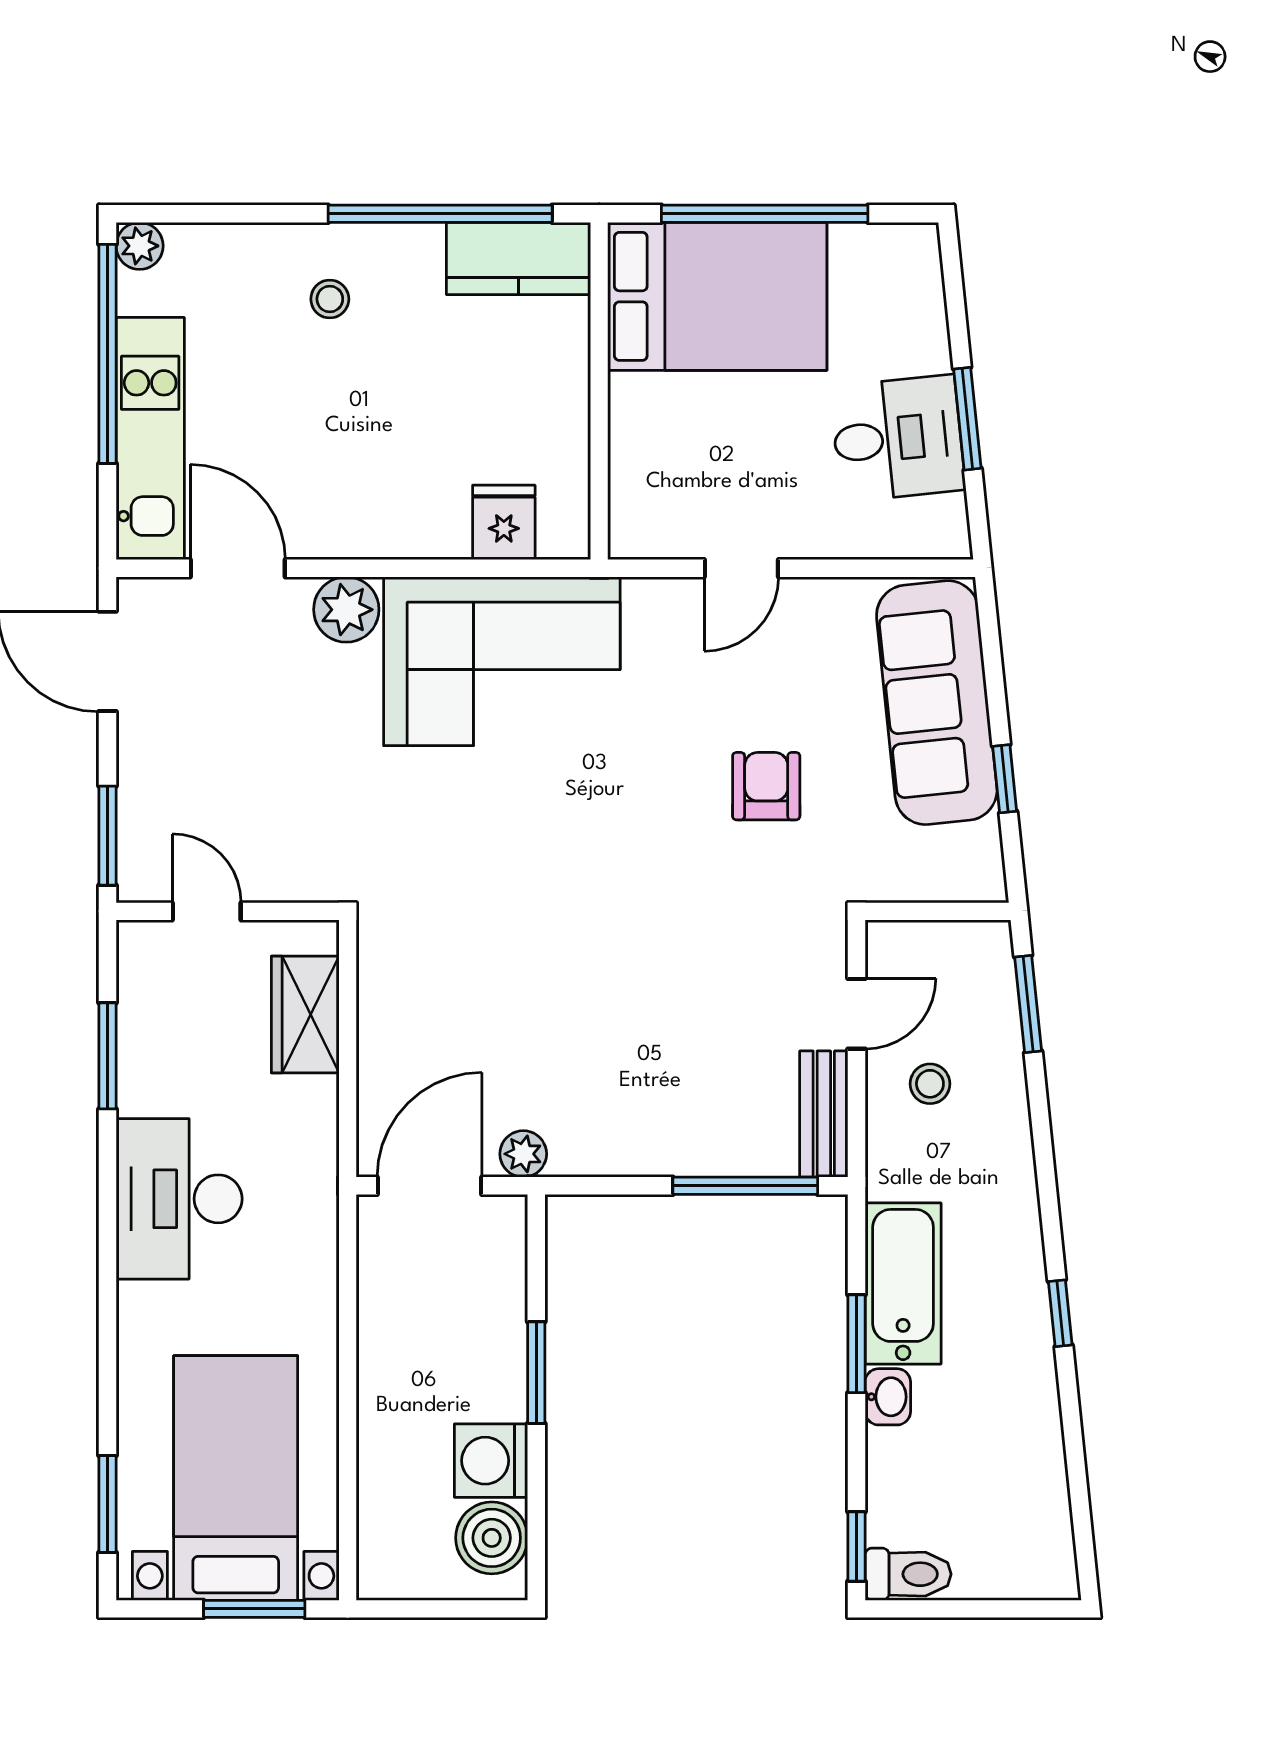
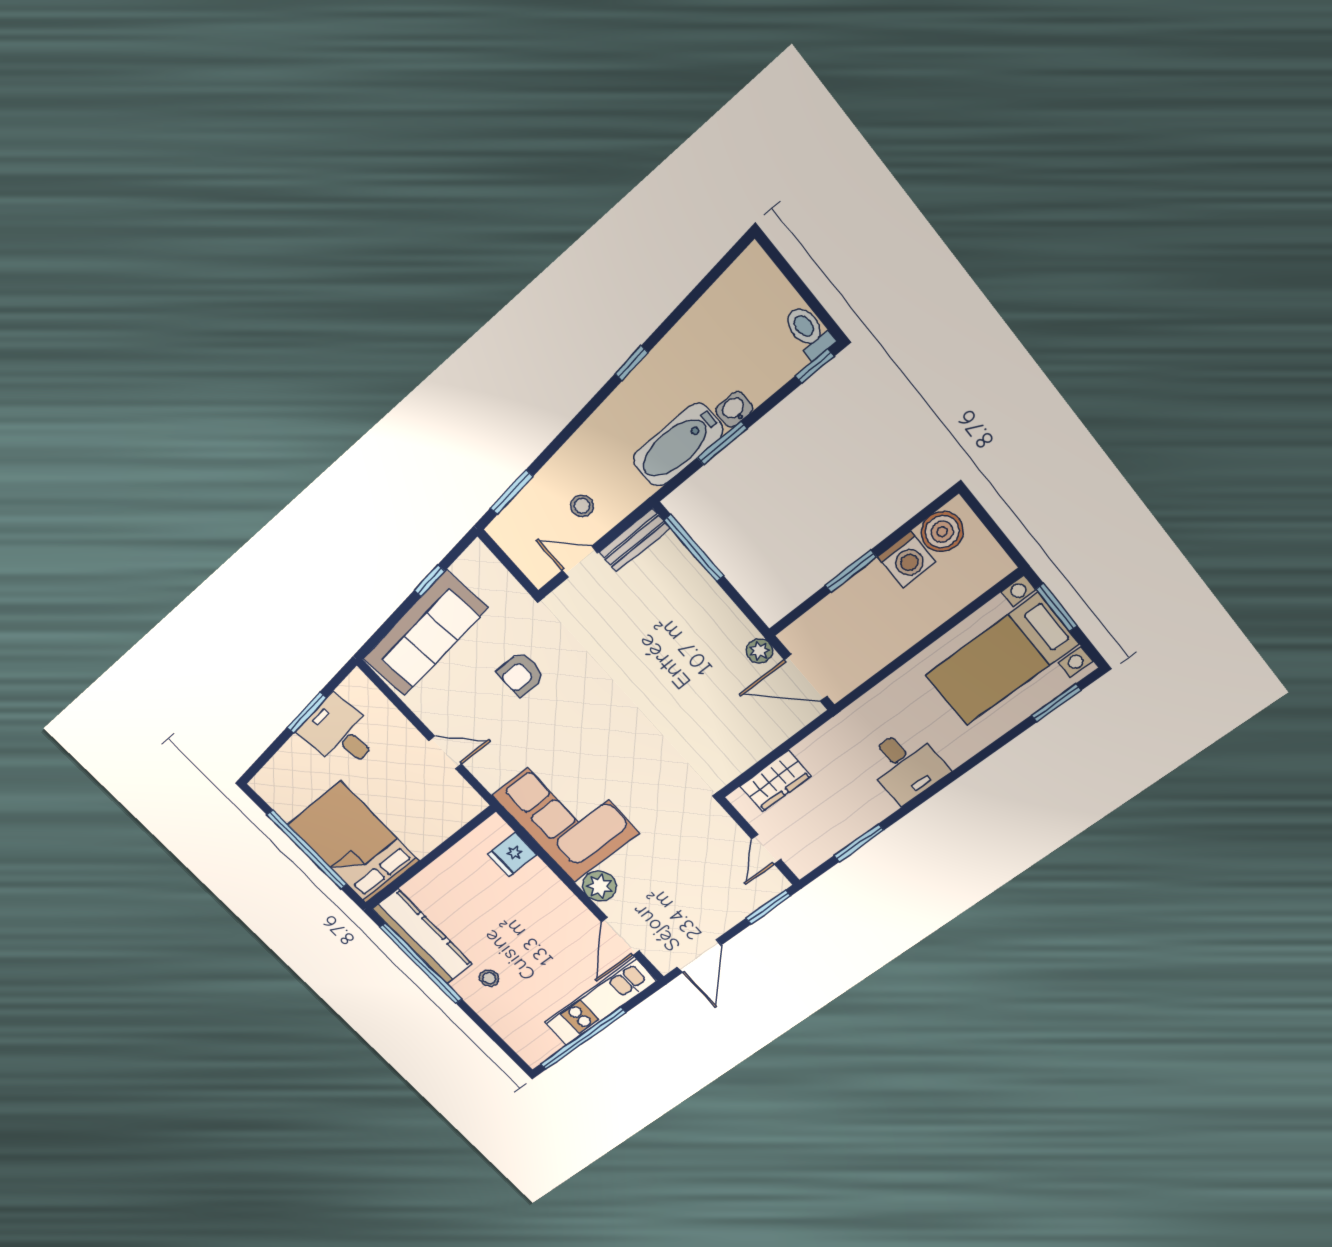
plant: (140, 246) -> (533, 1056), removed
kitchen counter: (518, 258) -> (423, 937), width x1.50
desk: (179, 1199) -> (906, 765), width x0.73

